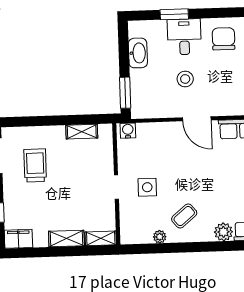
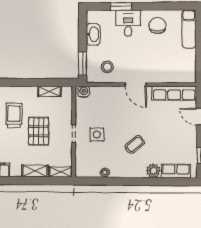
stool: (185, 79) -> (107, 67), moved
pallet: (69, 185) -> (39, 131), added
coffee table: (184, 216) -> (135, 144), moved

